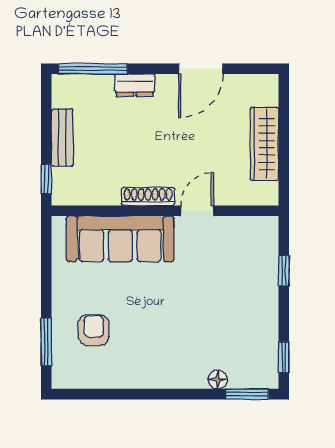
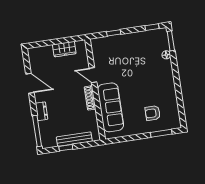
bench: (62, 138) -> (74, 139), width x1.36
wardrobe: (264, 144) -> (64, 49), width x0.67
window: (46, 179) -> (66, 148), moved

